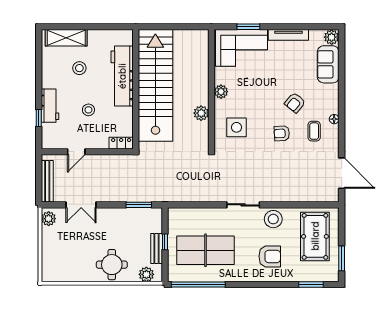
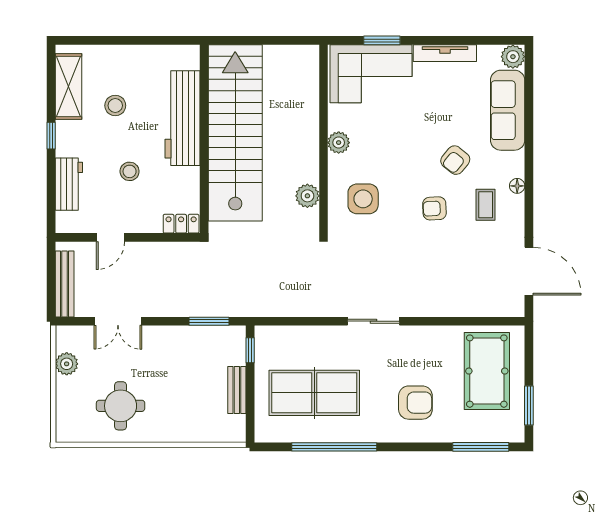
shelving: (66, 38) -> (68, 87), moved, turned 90
sofa: (328, 64) -> (508, 110), width x1.36
workbench: (50, 106) -> (69, 184), moved
plant: (201, 113) -> (307, 196), moved
window: (39, 118) -> (51, 136), moved
plant: (49, 219) -> (67, 364), moved
stool: (273, 219) -> (421, 344), removed
window: (165, 242) -> (250, 350), moved
round table: (112, 265) -> (121, 406), moved
plant: (146, 274) -> (221, 431), removed
window: (198, 285) -> (334, 447), moved
window: (311, 285) -> (481, 447), width x1.44

